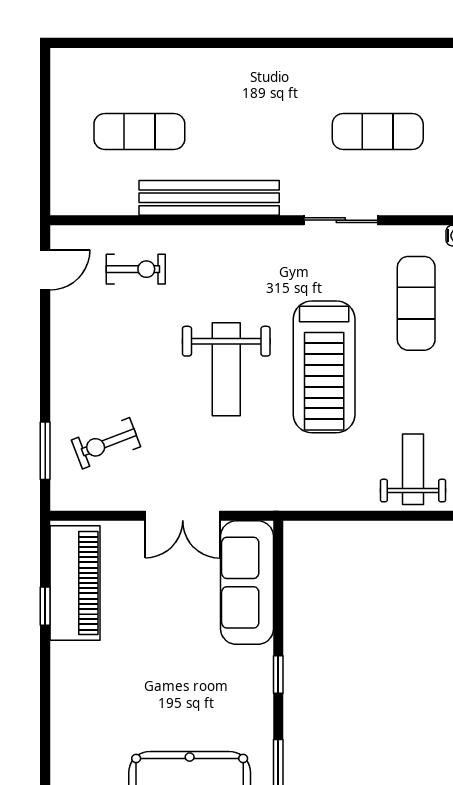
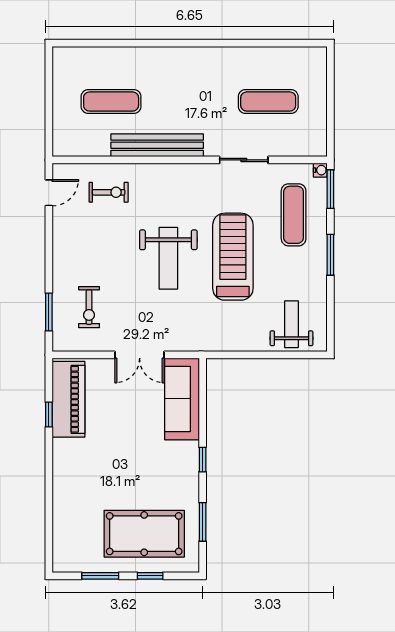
treadmill: (324, 367) -> (233, 257), turned 180
exercise bike: (106, 443) -> (89, 307), turned -69

